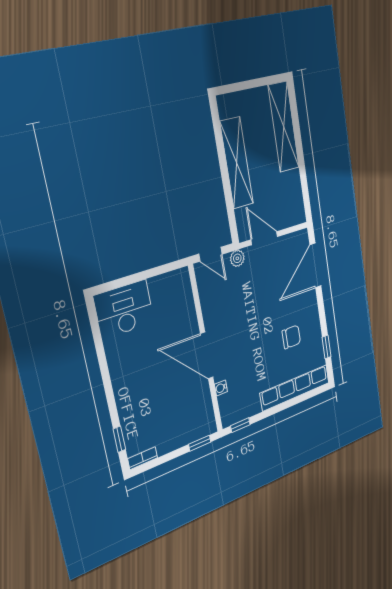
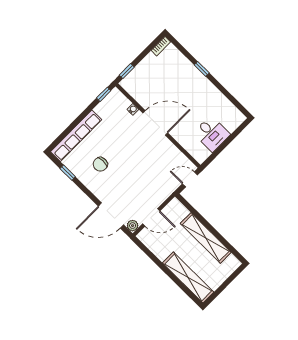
door: (264, 238) -> (151, 217), moved
plant: (237, 258) -> (133, 226), moved
door: (315, 265) -> (111, 216), swing flipped
desk: (124, 309) -> (212, 134), moved, width x0.73
window: (119, 439) -> (202, 69), moved

